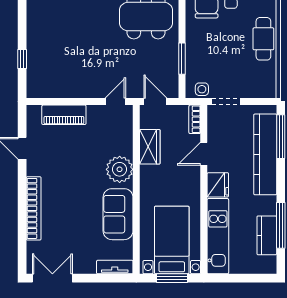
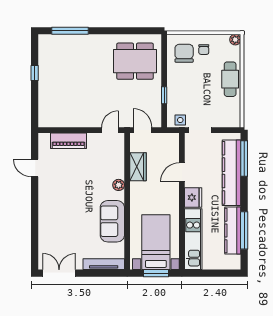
window: (22, 59) -> (35, 73), moved
window: (182, 59) -> (164, 95), width x0.67
bookcase: (195, 119) -> (174, 144), removed
plant: (120, 169) -> (119, 185), width x0.53, depth x0.53
bookcase: (34, 208) -> (44, 217), removed
kitchen counter: (267, 235) -> (233, 231), width x1.50
tv unit: (115, 267) -> (104, 264), width x1.41

